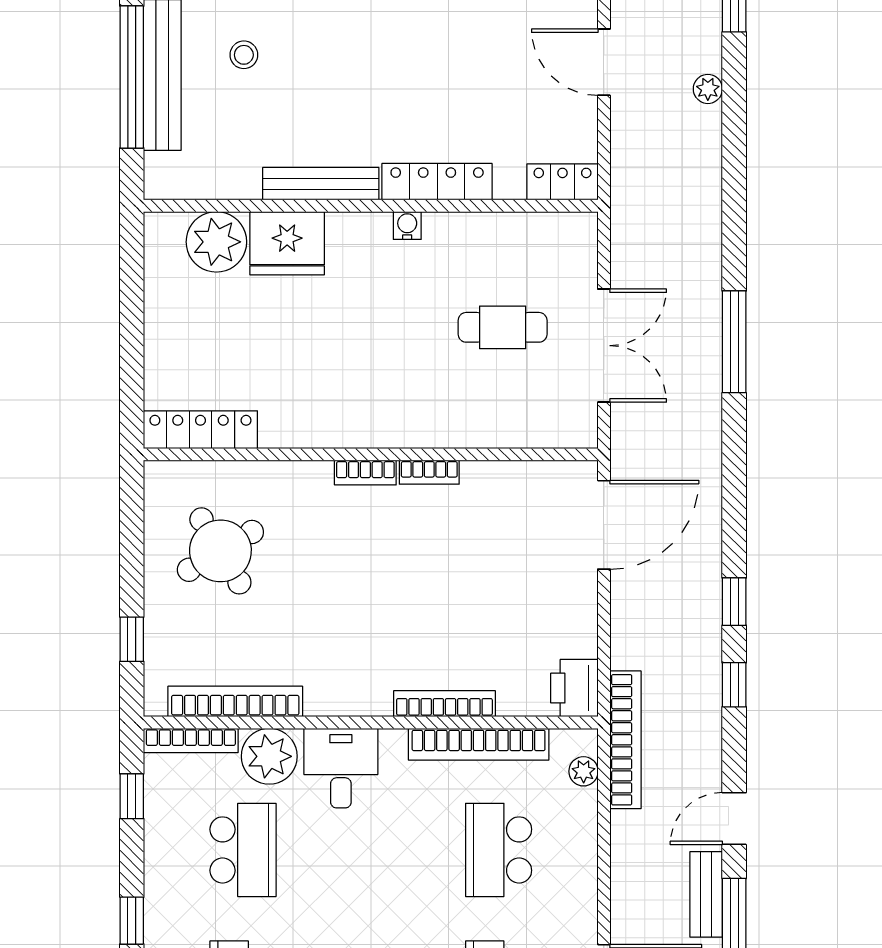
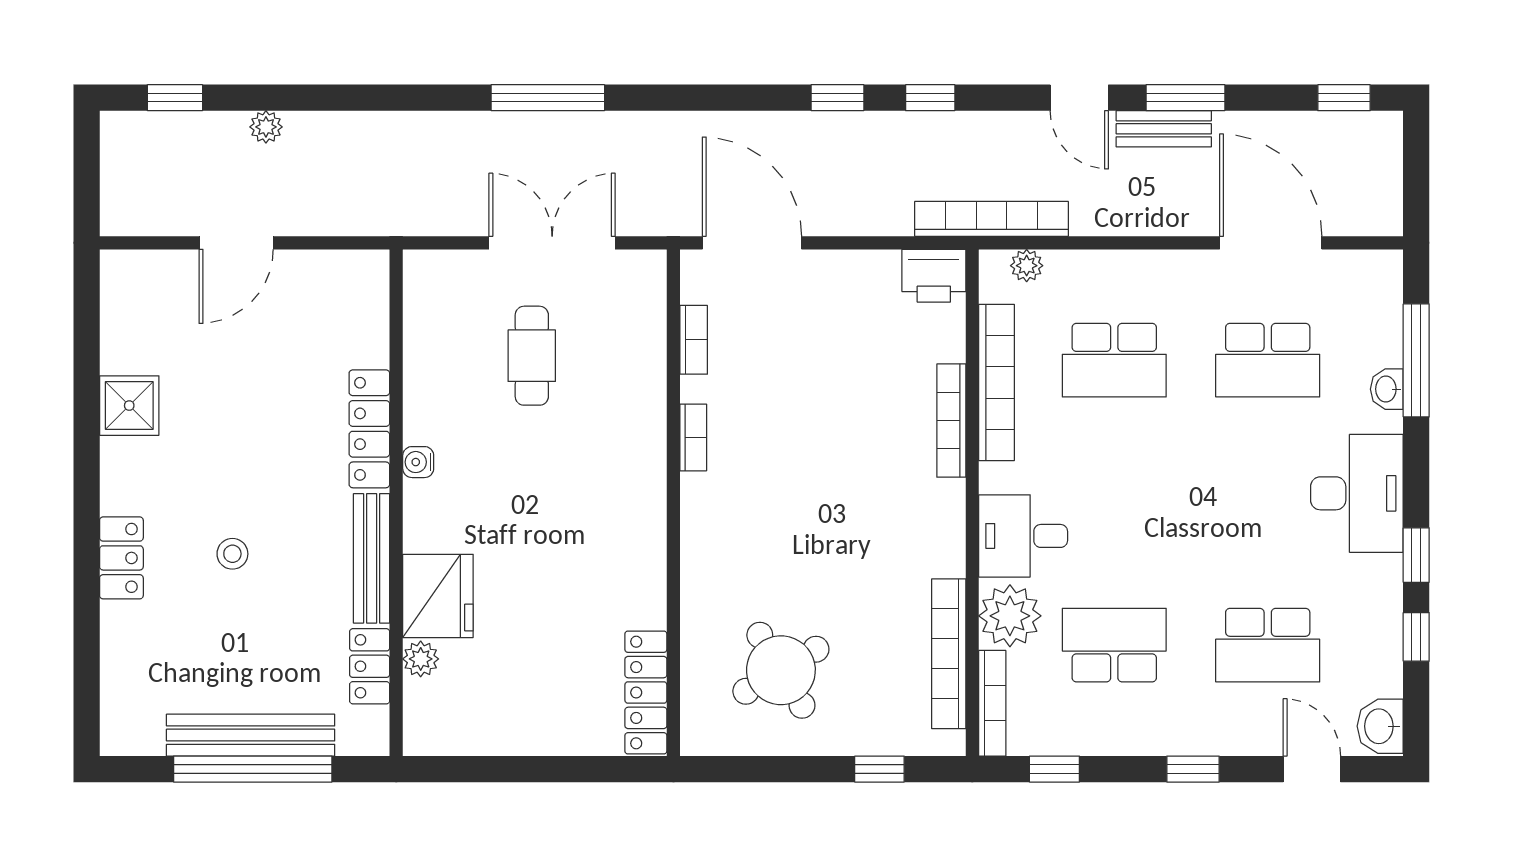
stool: (244, 55) -> (232, 554), moved
locker: (562, 182) -> (370, 666), moved
plant: (216, 242) -> (421, 659), width x0.53, depth x0.53
bookcase: (365, 473) -> (694, 340), moved

